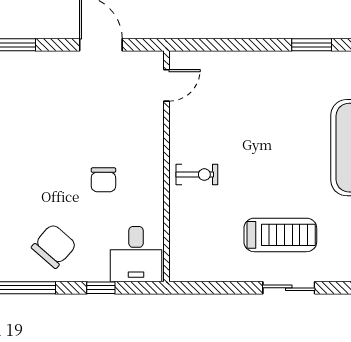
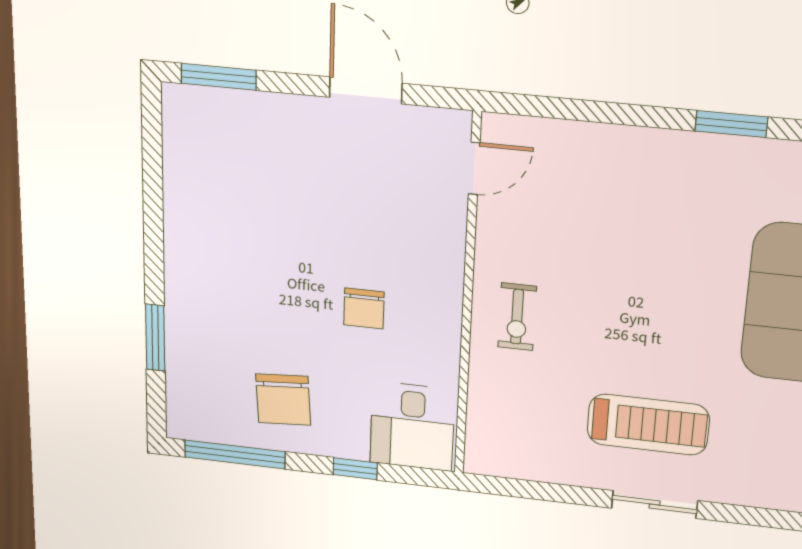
exercise bike: (197, 175) -> (517, 317), turned 90
chair: (54, 246) -> (283, 400), turned 135

